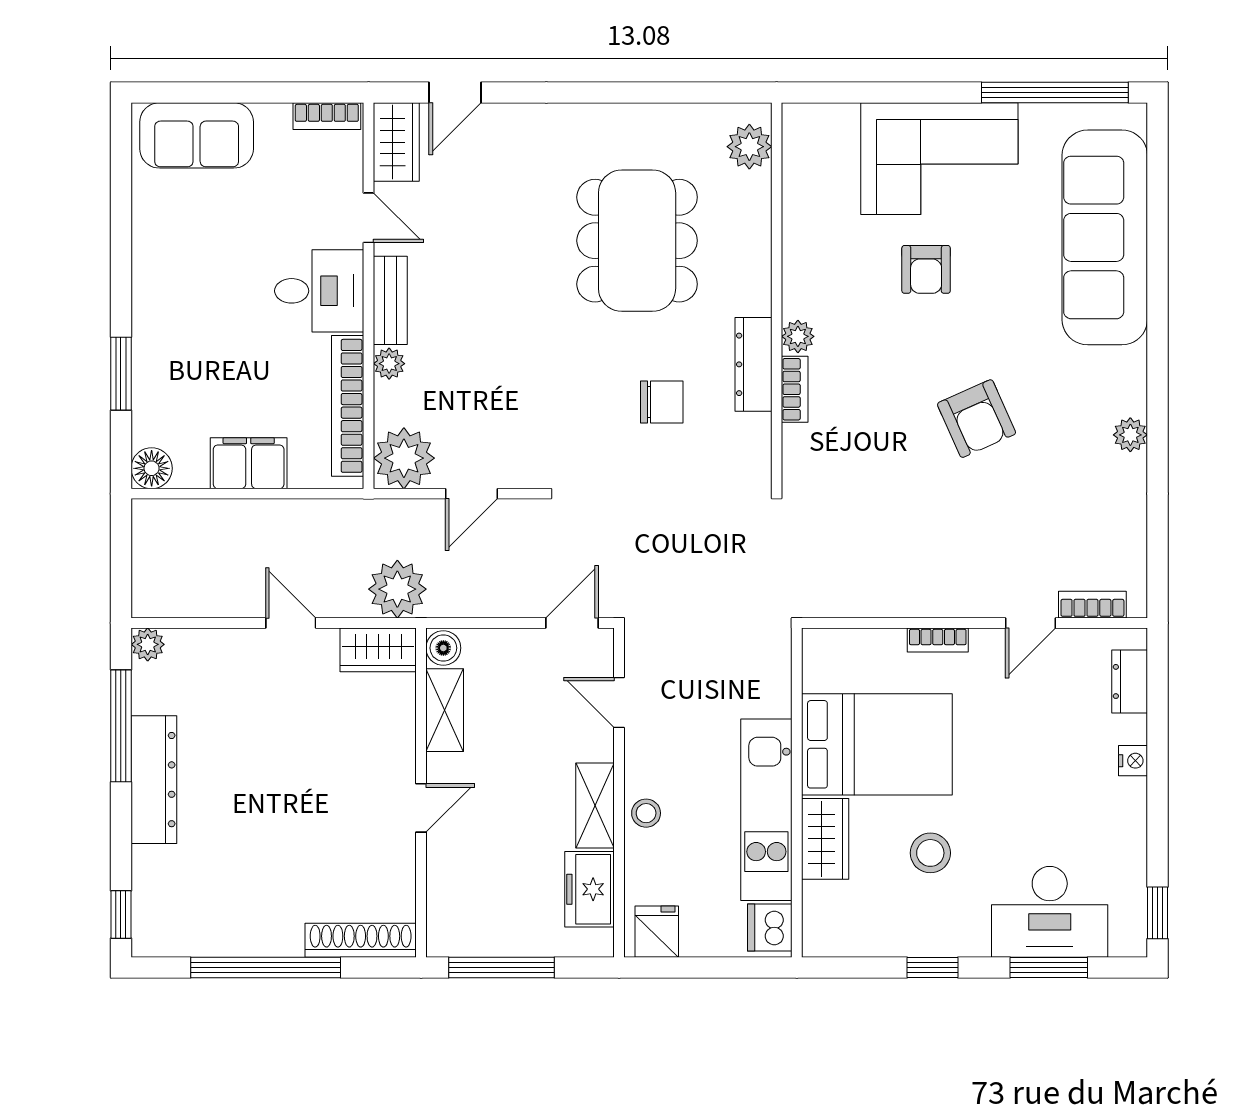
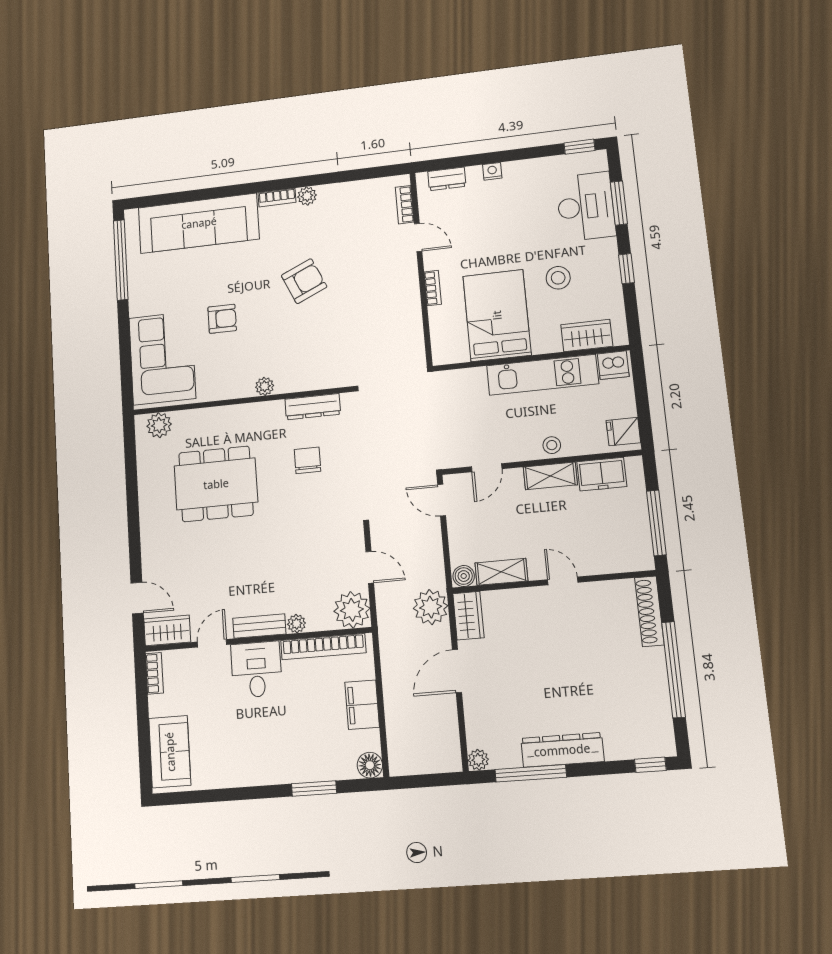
corner sofa: (939, 159) -> (162, 358), moved
dresser: (753, 364) -> (313, 407), moved
bookcase: (795, 389) -> (277, 198), moved, turned 180
door: (291, 623) -> (457, 671), width x1.38
wardrobe: (825, 839) -> (587, 335), moved

